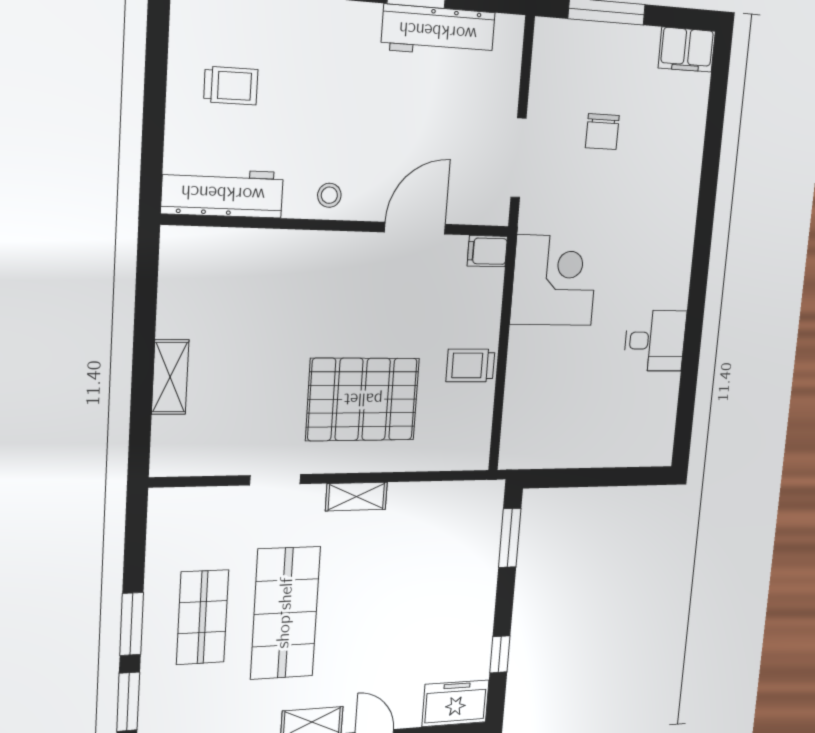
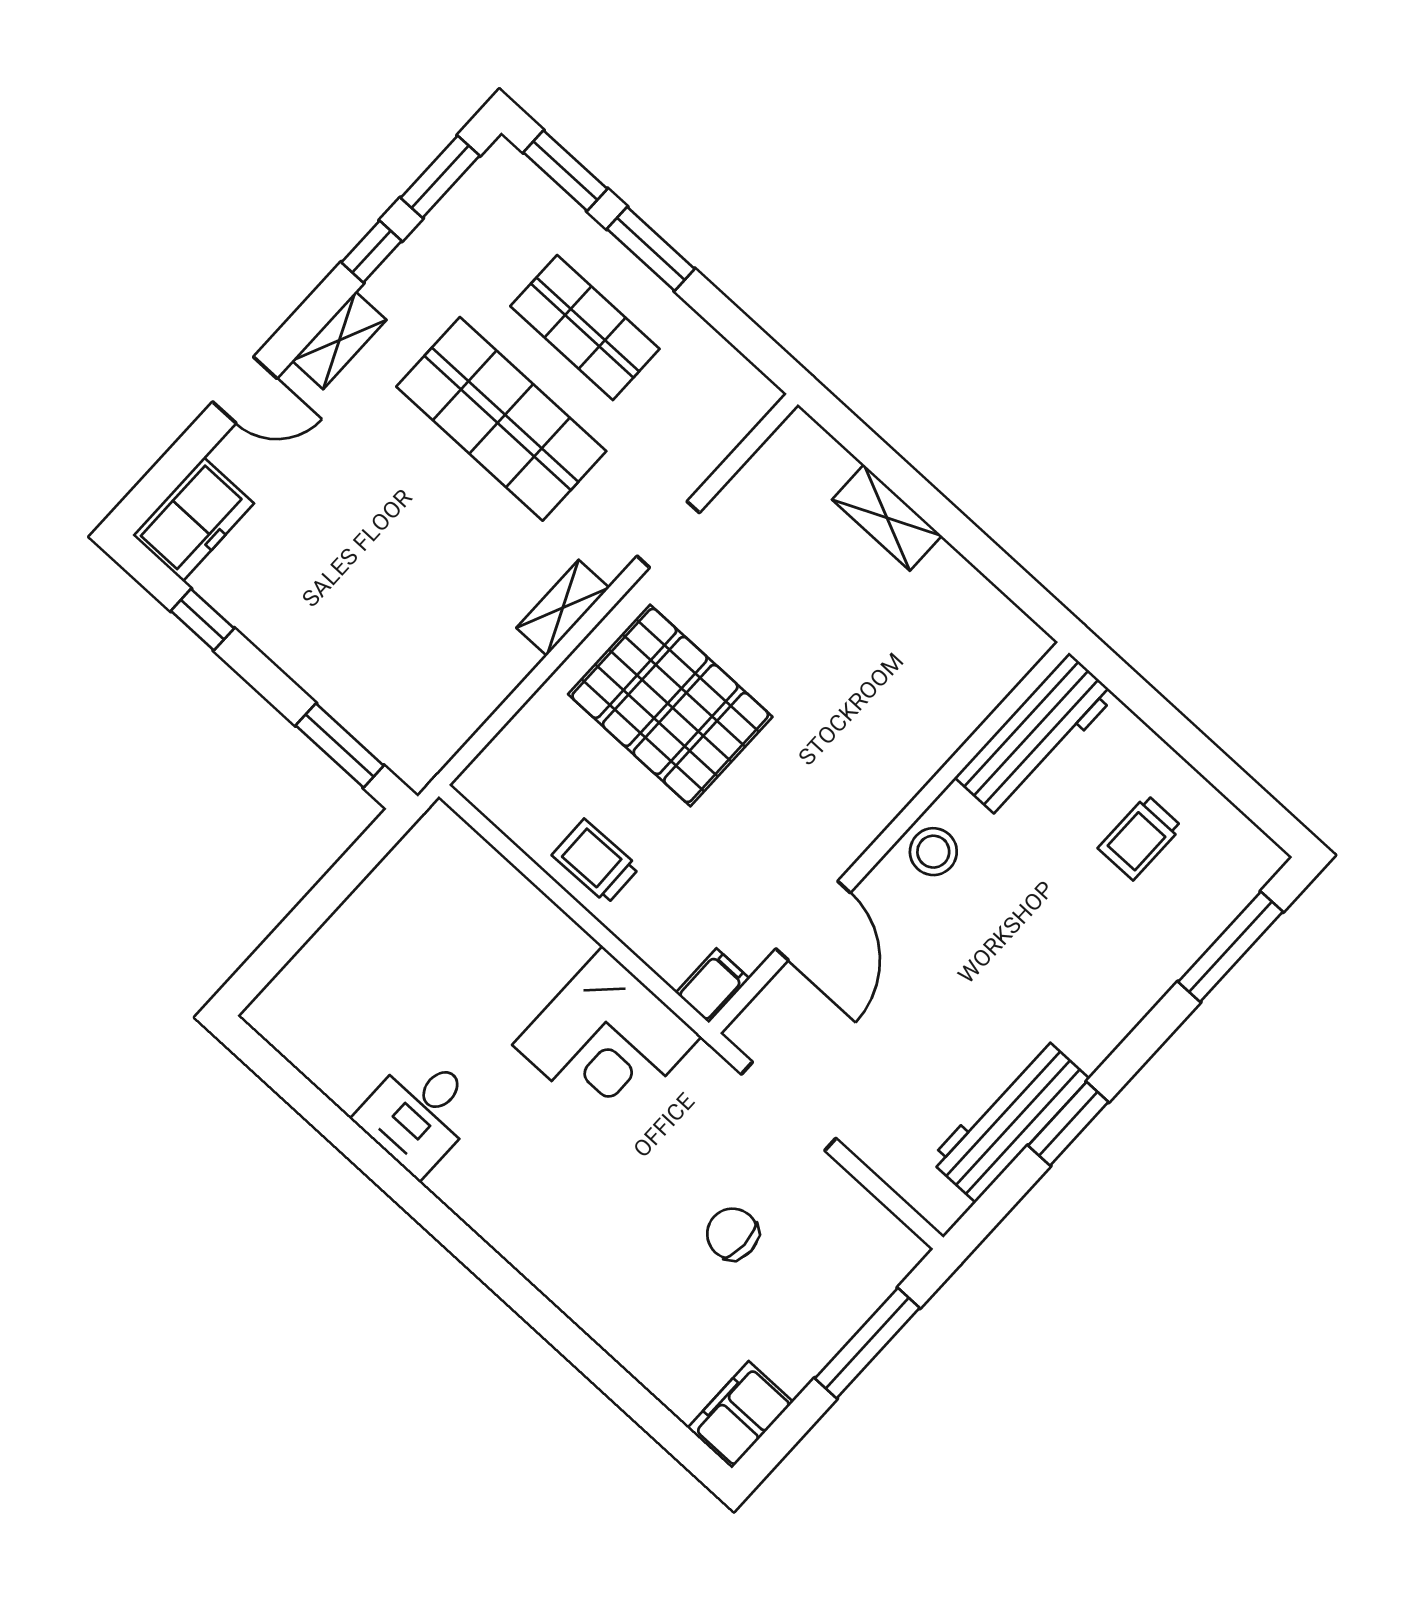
stool: (329, 195) -> (933, 852), width x1.37, depth x1.37
trolley: (470, 366) -> (596, 861), turned -91
pallet: (363, 399) -> (670, 705), turned 90

